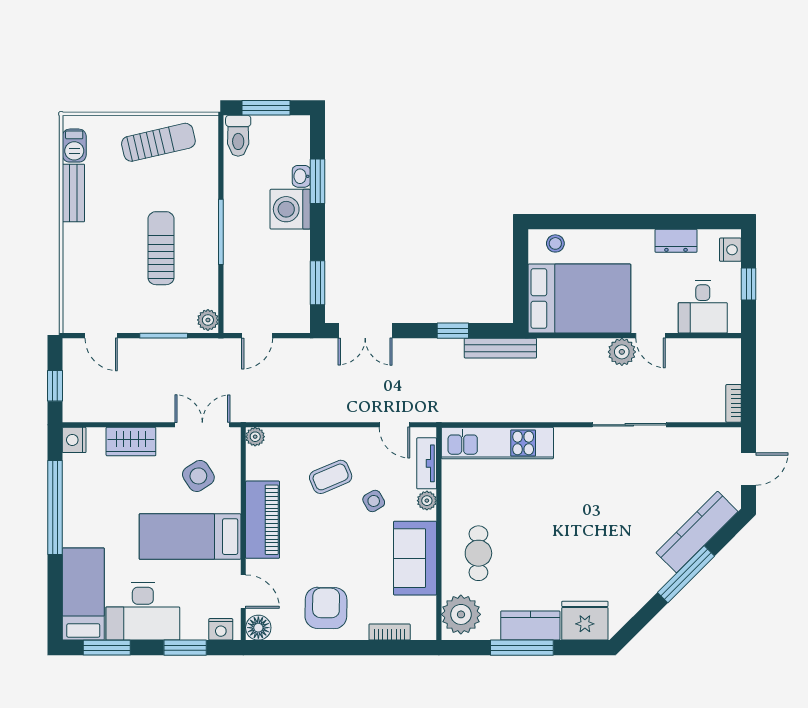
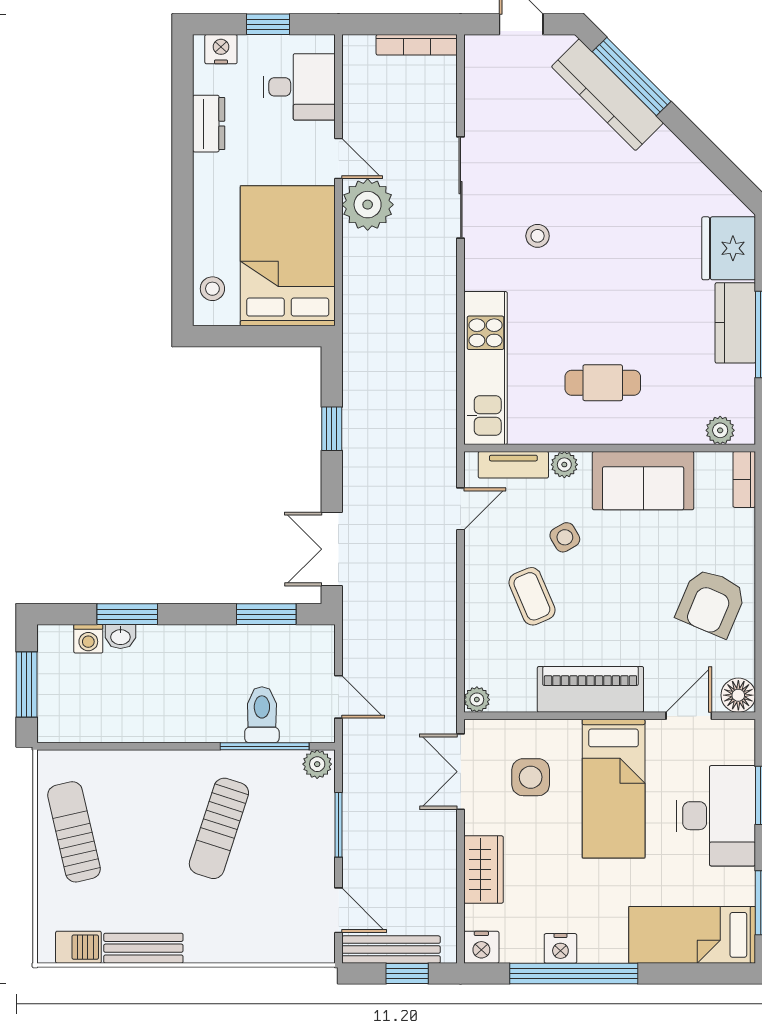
toilet: (238, 136) -> (262, 715), moved, turned -90
washing machine: (290, 209) -> (88, 639), moved, width x0.53, depth x0.53
window: (221, 232) -> (265, 746), moved
sun lounger: (161, 248) -> (219, 828), turned -72
double door: (365, 331) -> (332, 549), swing flipped
door: (101, 336) -> (339, 910), hinge flipped
door: (650, 336) -> (339, 159), hinge flipped
bench: (500, 348) -> (391, 950), moved, turned 90
plant: (622, 352) -> (368, 205), width x1.36, depth x1.36
bookcase: (734, 403) -> (417, 45), width x1.56
side table: (198, 476) -> (531, 777), turned 33
stool: (594, 481) -> (538, 236), added
cafe table: (478, 553) -> (603, 383), moved
window: (686, 574) -> (632, 77), moved
armchair: (326, 608) -> (711, 603), turned -68
desk: (143, 611) -> (716, 816), moved
plant: (461, 614) -> (720, 430), width x0.53, depth x0.53
nightstand: (221, 629) -> (560, 948), moved, turned 90
bookcase: (390, 632) -> (744, 479), moved

